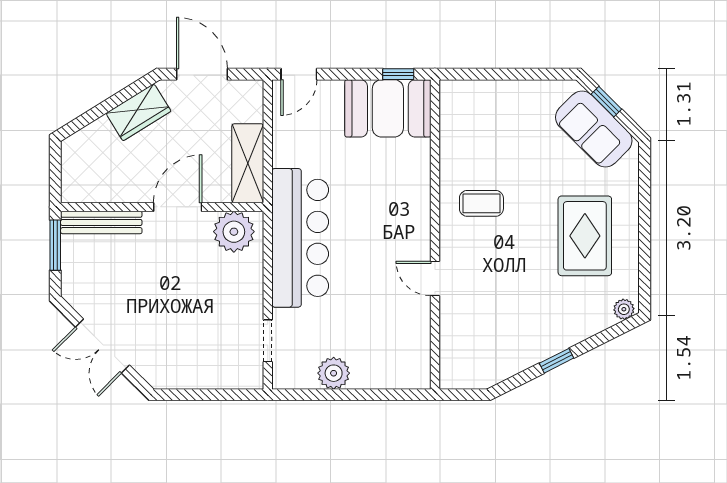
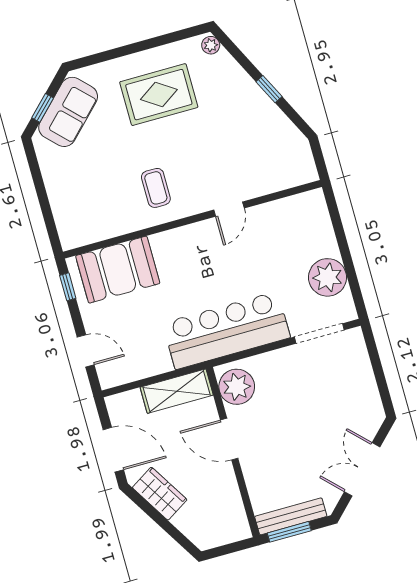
door: (202, 74) -> (113, 450), swing flipped
door: (299, 74) -> (86, 351), moved
booth: (388, 108) -> (118, 270), moved, turned 90
bench: (101, 222) -> (291, 516), moved, turned 90
doorway: (268, 341) -> (319, 333), width x1.38
double door: (102, 346) -> (362, 469), swing flipped
plant: (334, 373) -> (328, 277), width x1.36, depth x1.36

